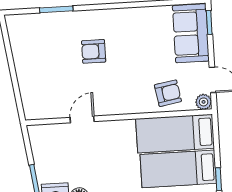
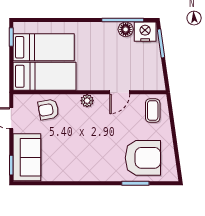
armchair: (94, 51) -> (143, 158), moved, width x1.88, depth x1.88
coffee table: (40, 100) -> (153, 111), added
plant: (204, 102) -> (87, 101), moved

